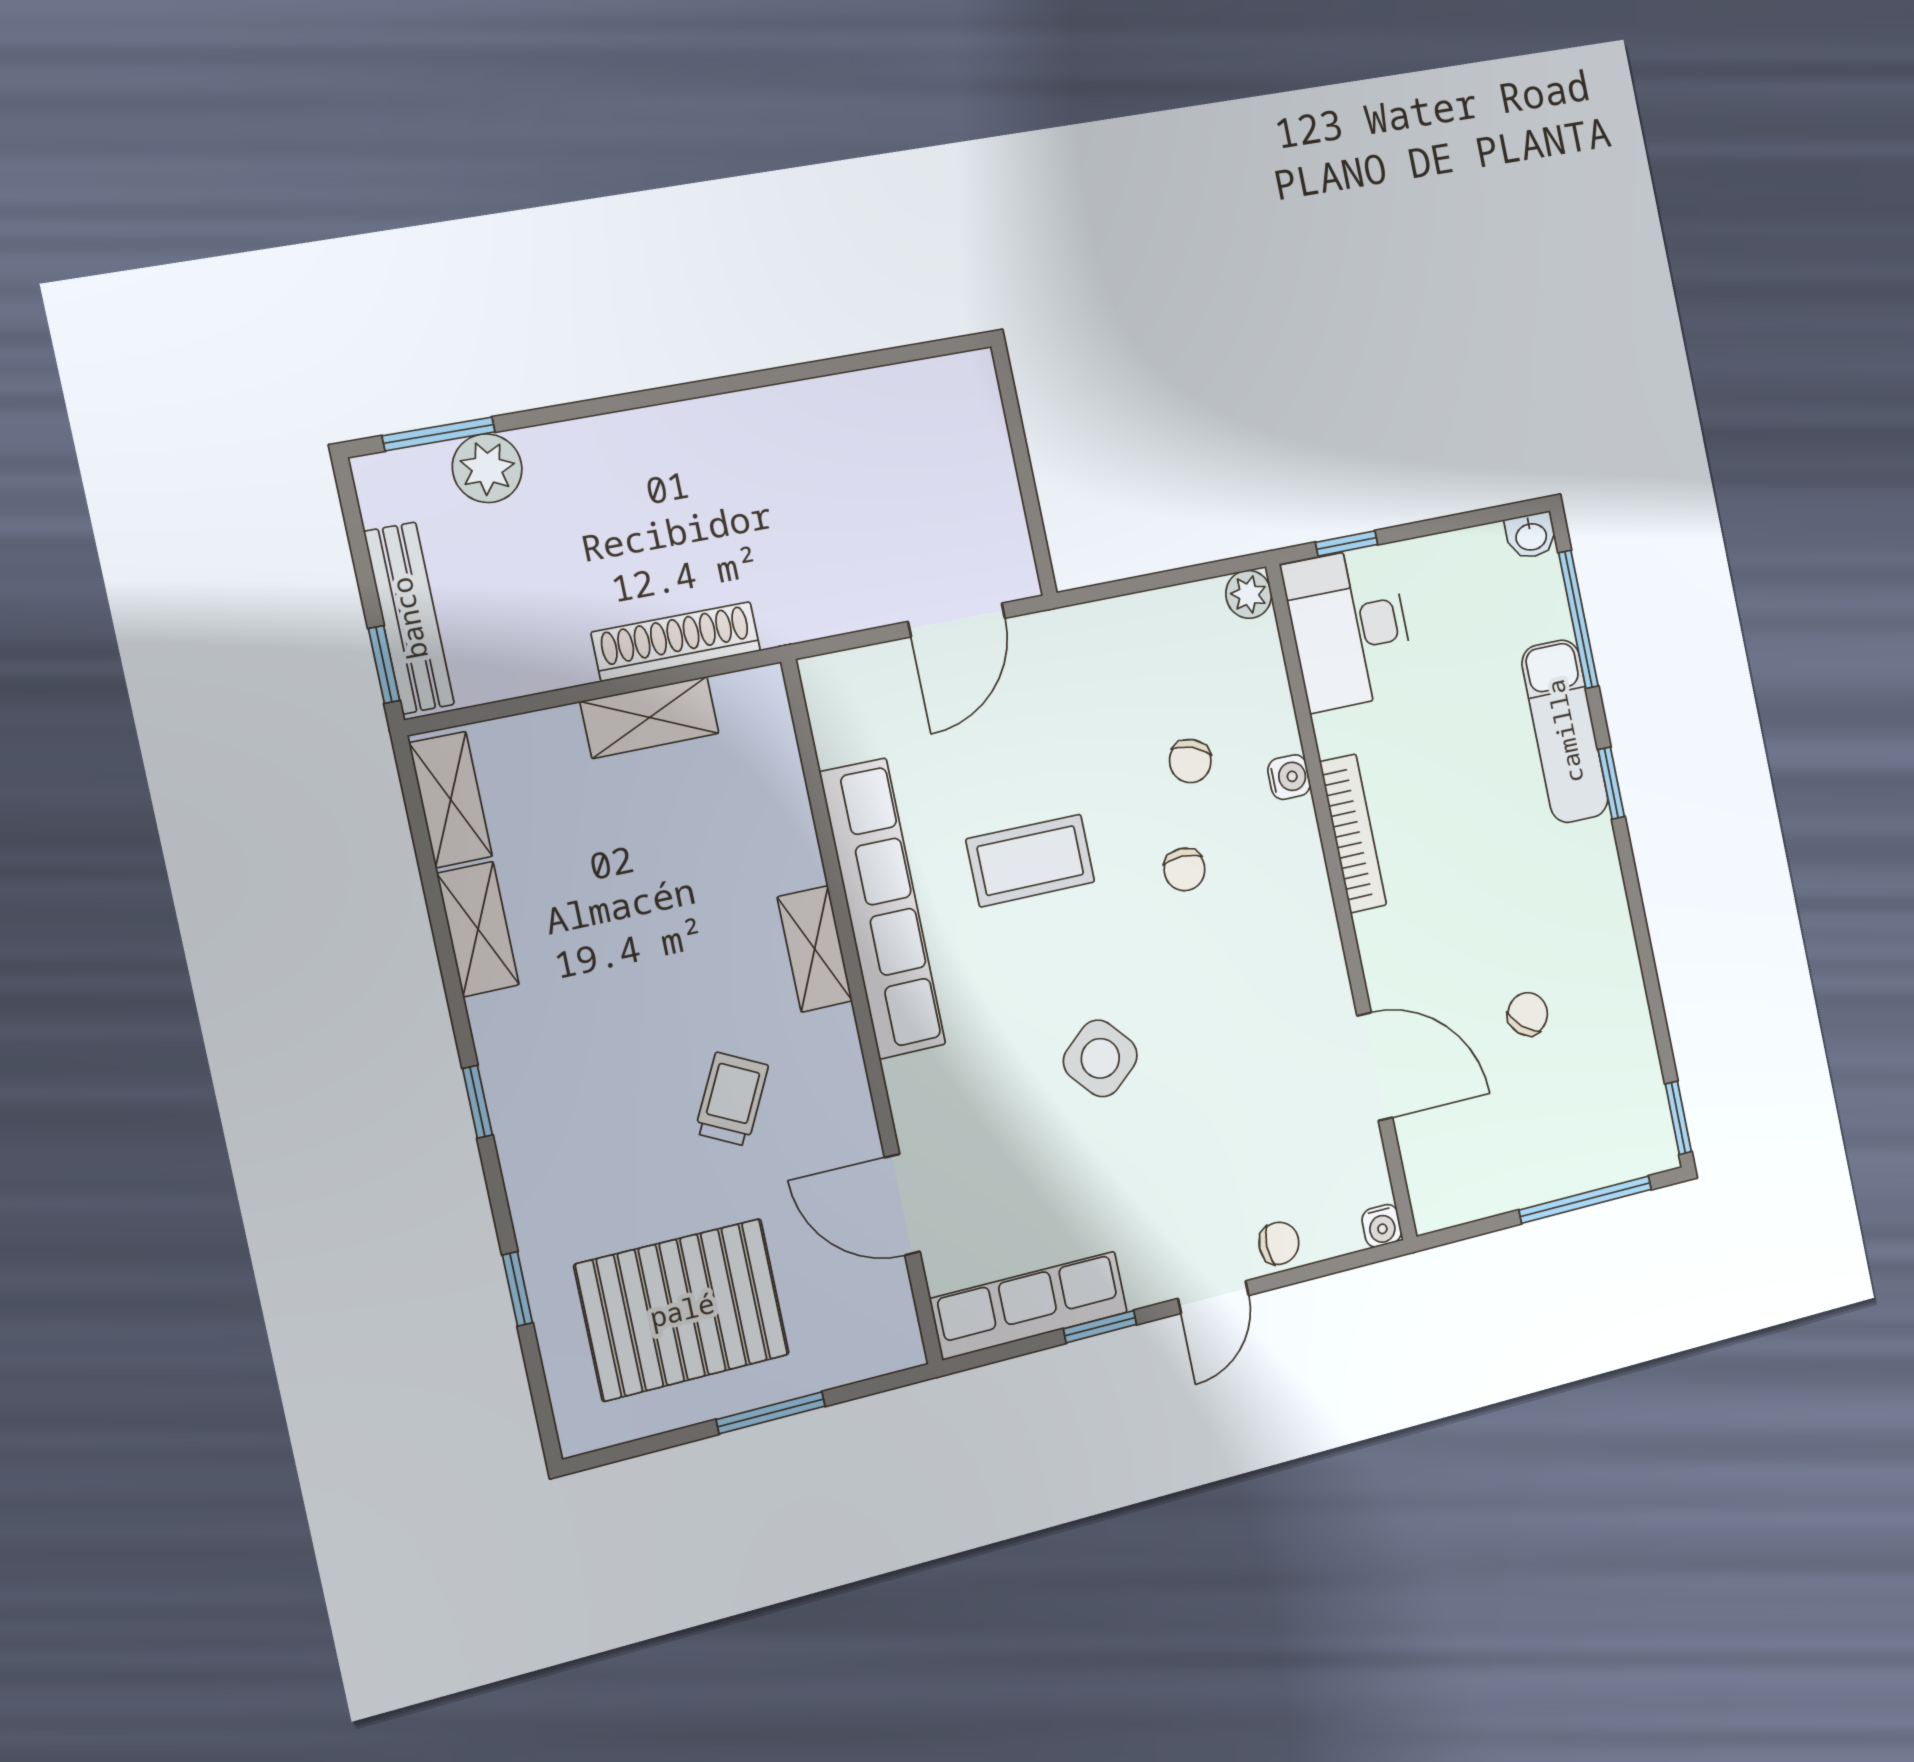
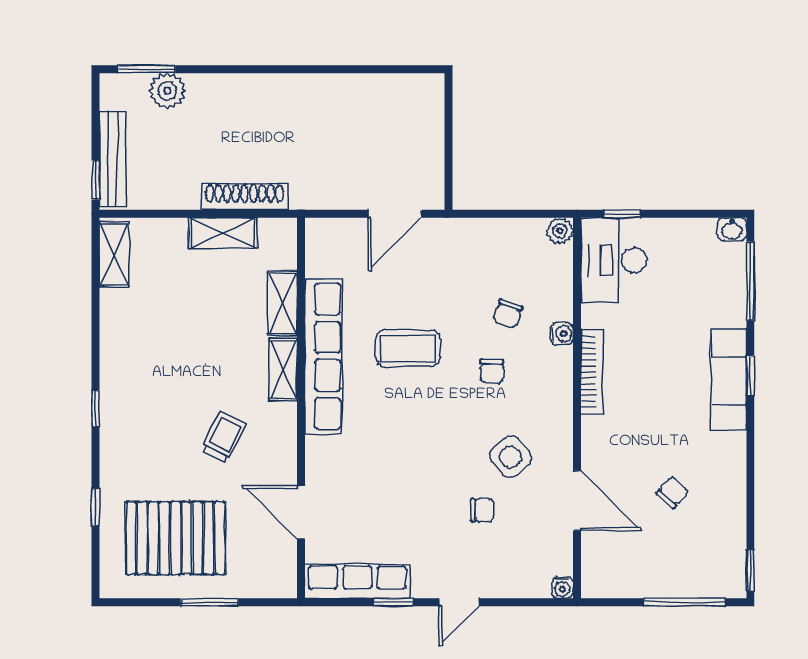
exam couch: (1565, 731) -> (729, 380), moved
shelving: (478, 929) -> (282, 303), moved
side table: (1100, 1058) -> (510, 457), moved
chair: (1279, 1243) -> (482, 510), moved

